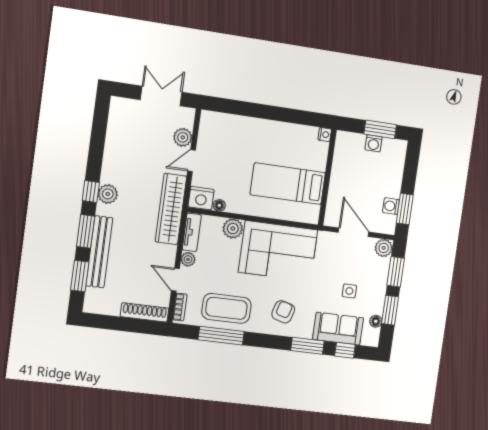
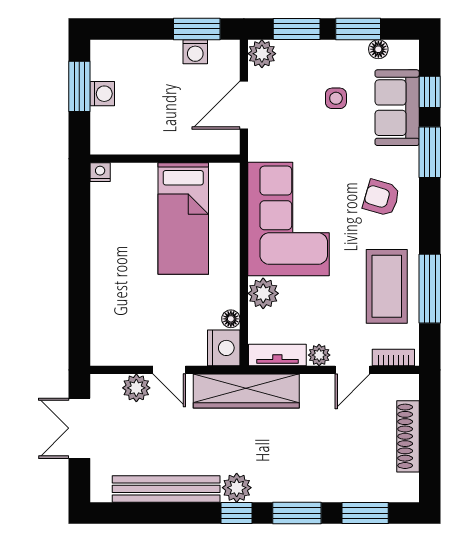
bench: (99, 252) -> (166, 489), moved
shoe rack: (145, 312) -> (408, 436), moved

